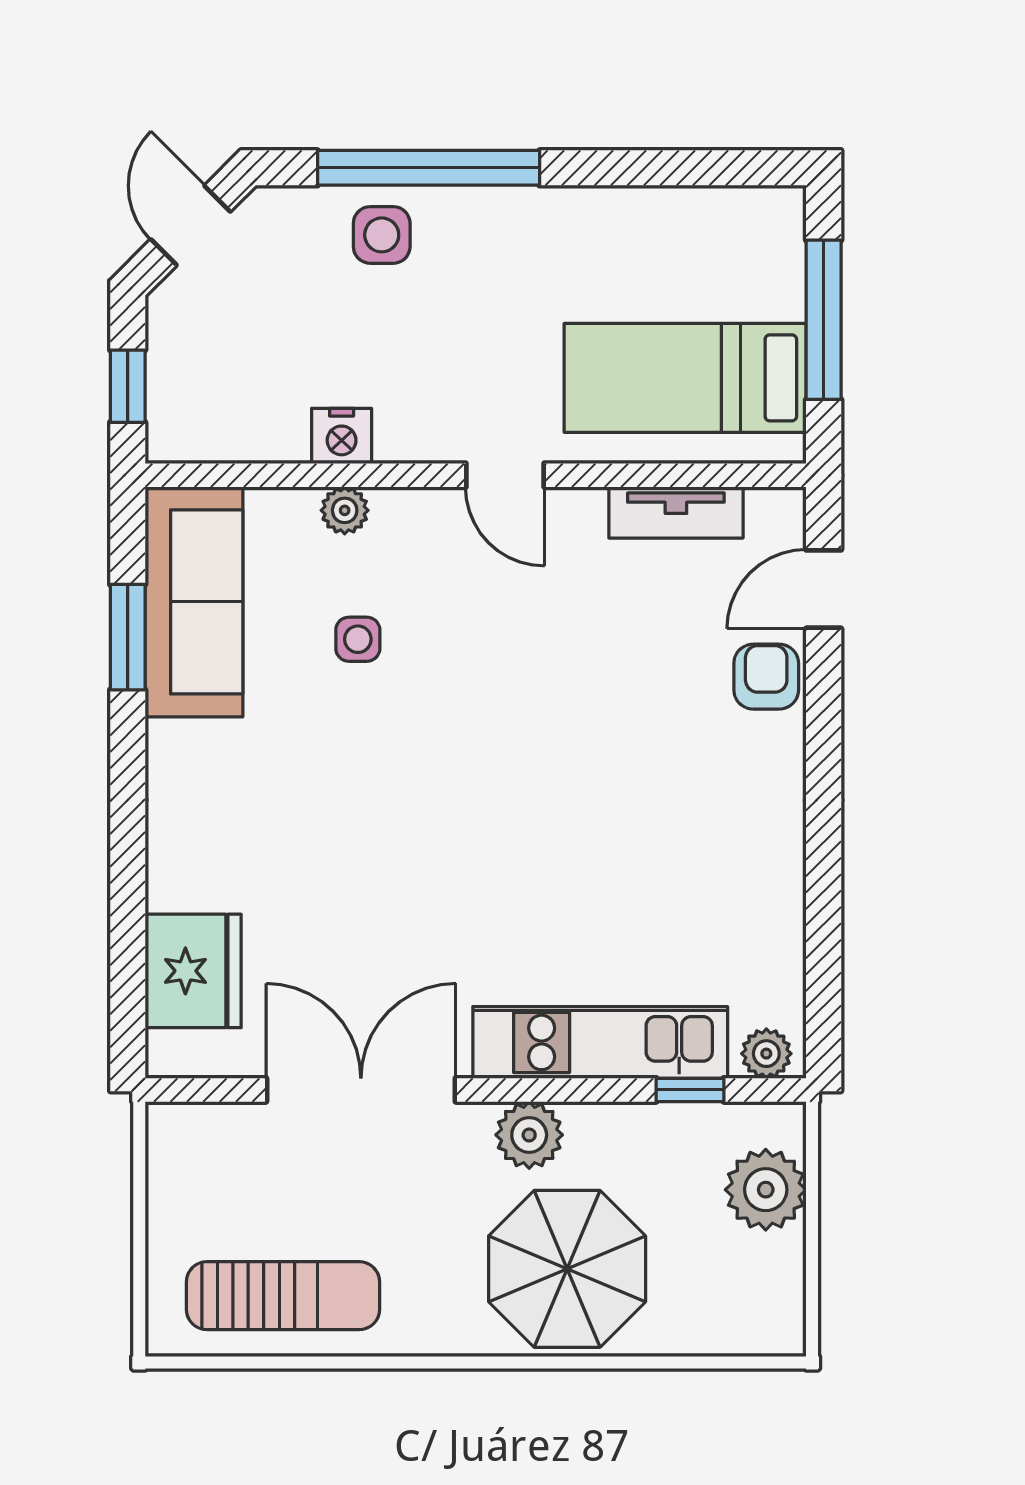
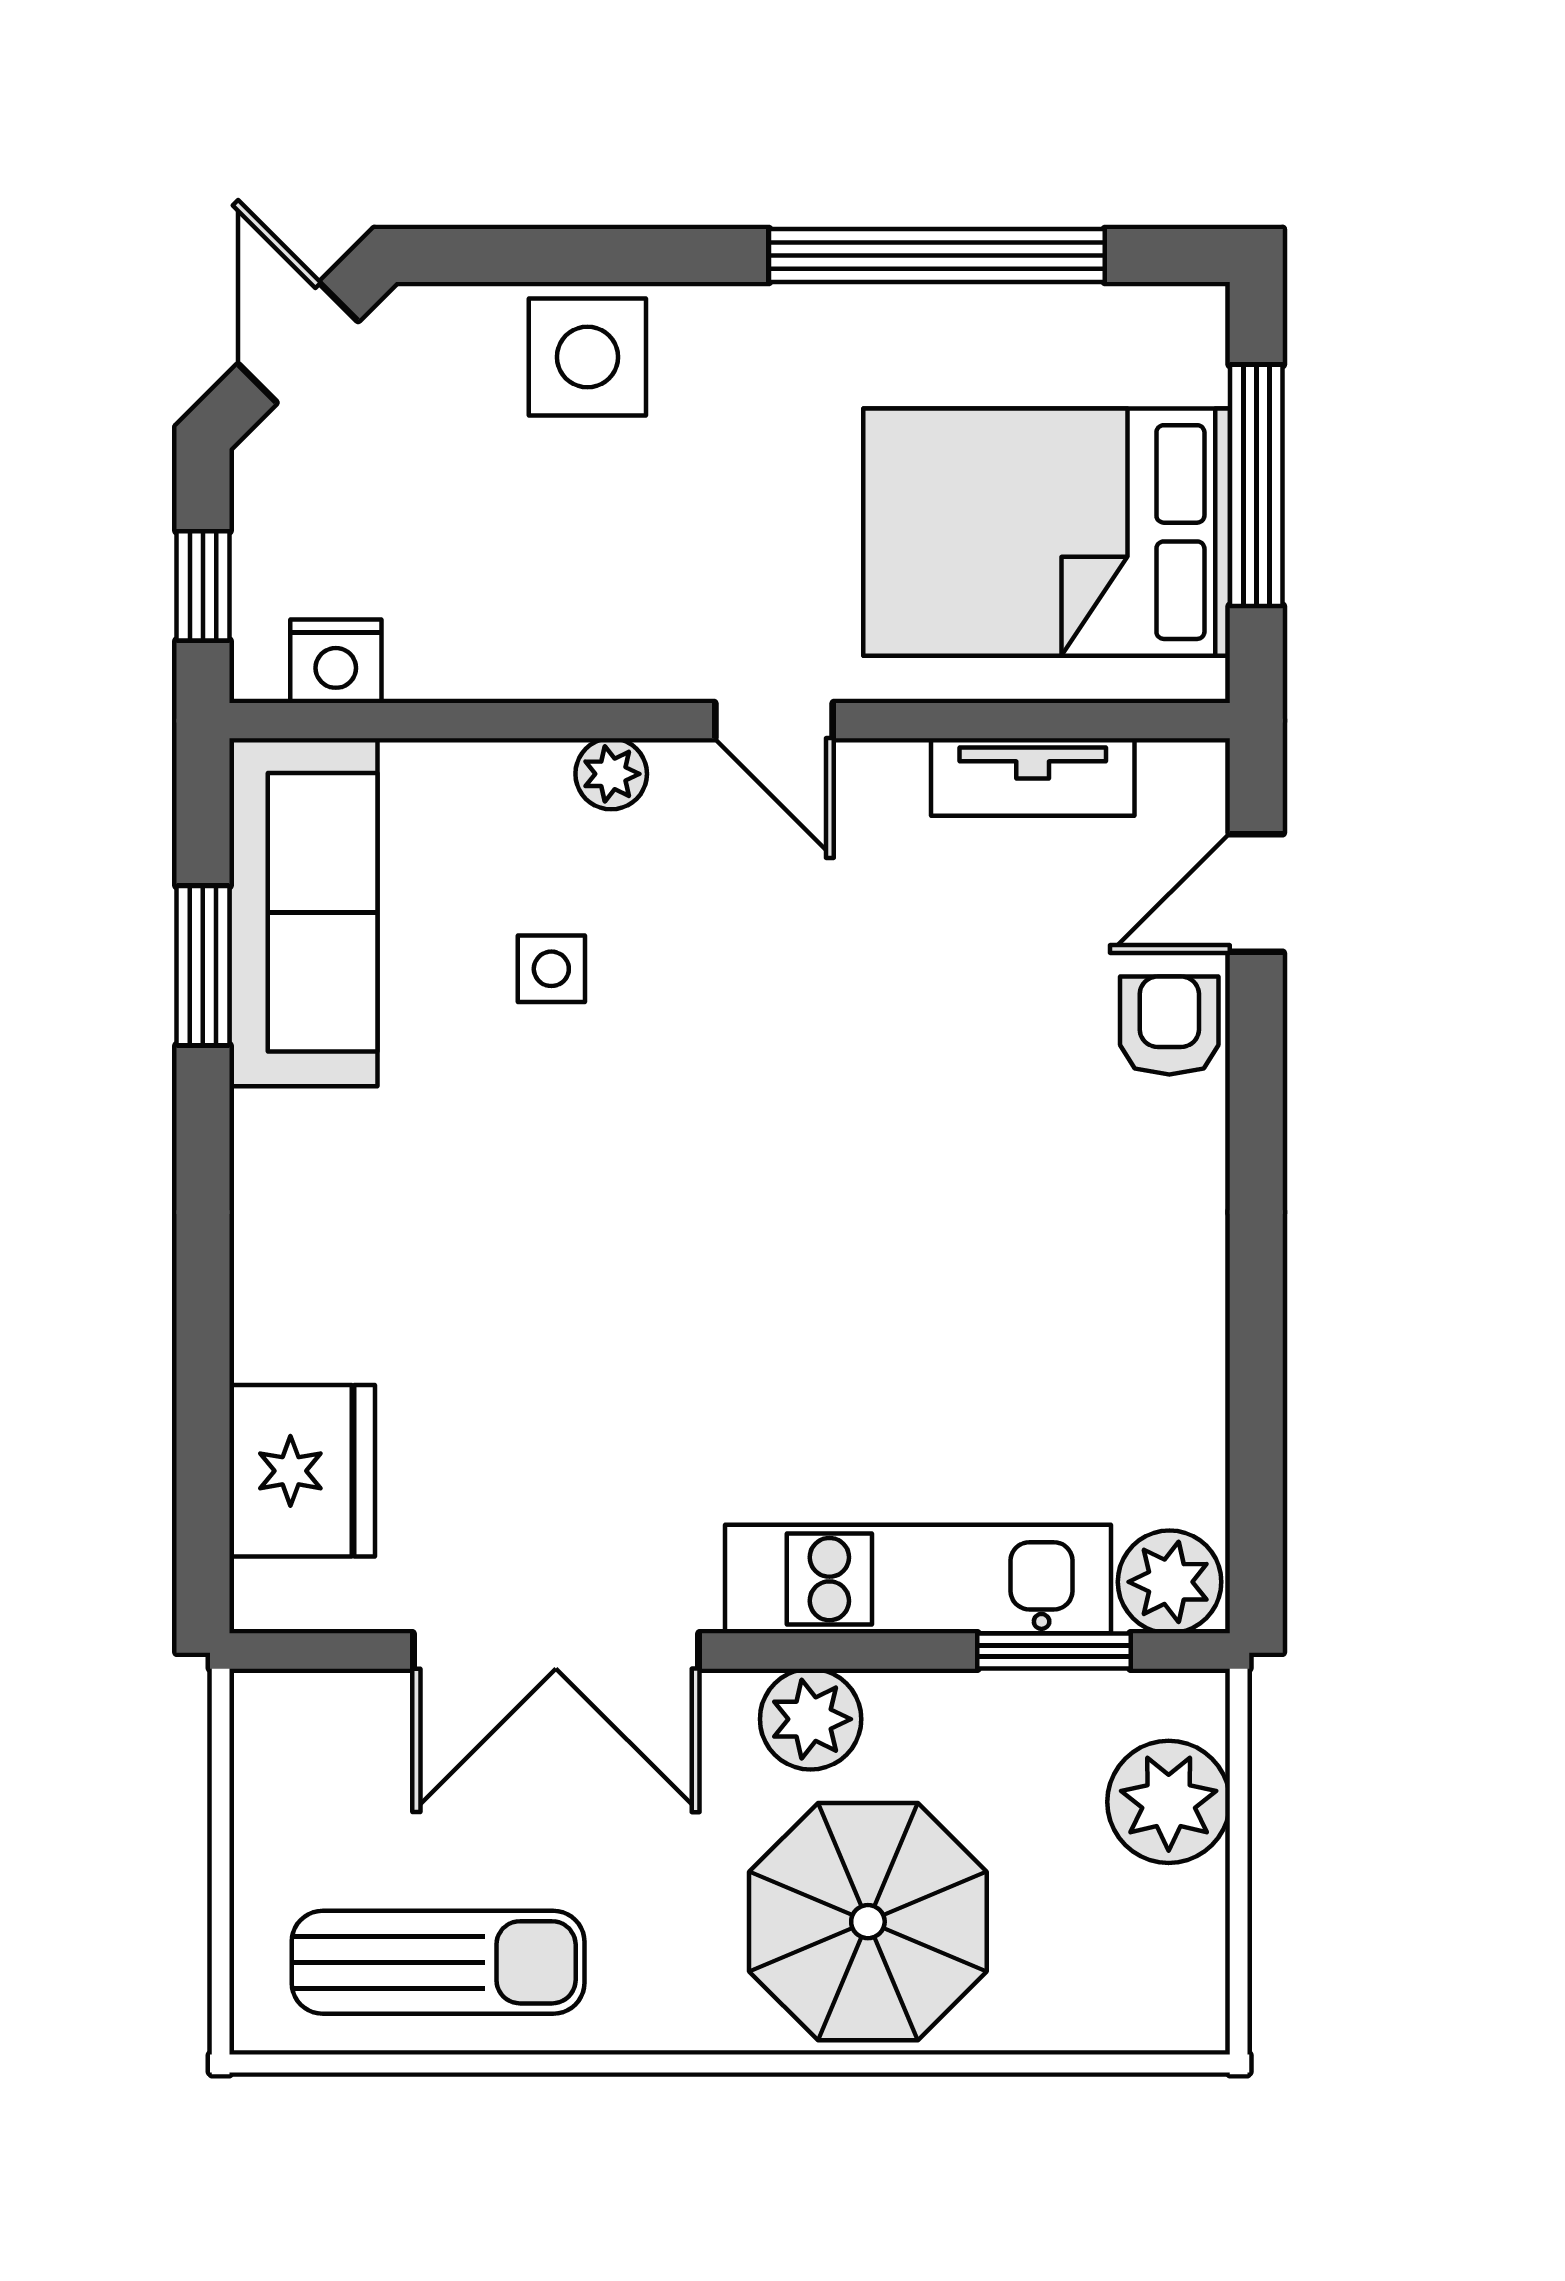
window: (429, 168) -> (937, 255), moved
side table: (382, 235) -> (587, 357), width x1.37, depth x1.37
bed: (685, 378) -> (1047, 532), width x1.50
nightstand: (342, 436) -> (336, 661), moved
plant: (345, 510) -> (611, 774), moved
plant: (766, 1054) -> (1170, 1582), width x1.38, depth x1.38
double door: (361, 1090) -> (556, 1651), swing flipped
window: (690, 1090) -> (1054, 1651), width x1.50

